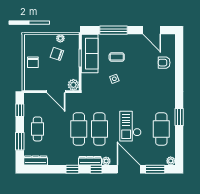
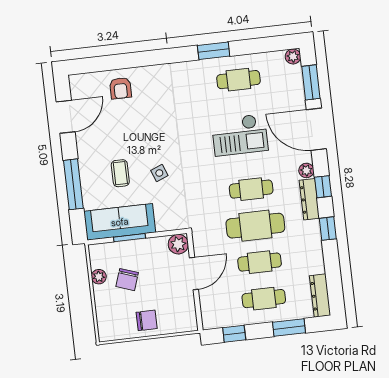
cafe table: (58, 129) -> (260, 262), added
cafe table: (99, 129) -> (251, 189), width x0.73, depth x0.74
cafe table: (161, 129) -> (238, 80), width x0.73, depth x0.74
door: (129, 169) -> (316, 129), hinge flipped

